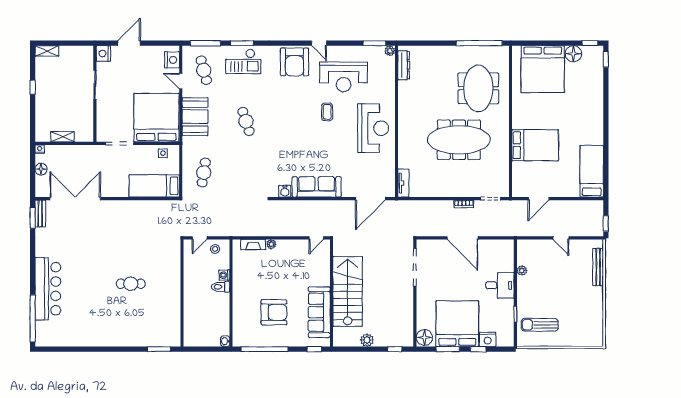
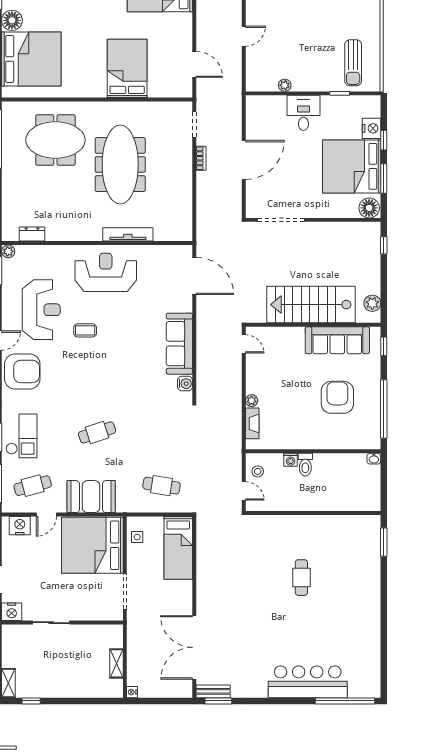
dresser: (404, 65) -> (32, 234), width x0.70
window: (33, 87) -> (31, 701), moved
floor lamp: (41, 169) -> (157, 690), removed
tv unit: (403, 183) -> (128, 234), moved, width x1.41
plant: (367, 340) -> (372, 303), moved

